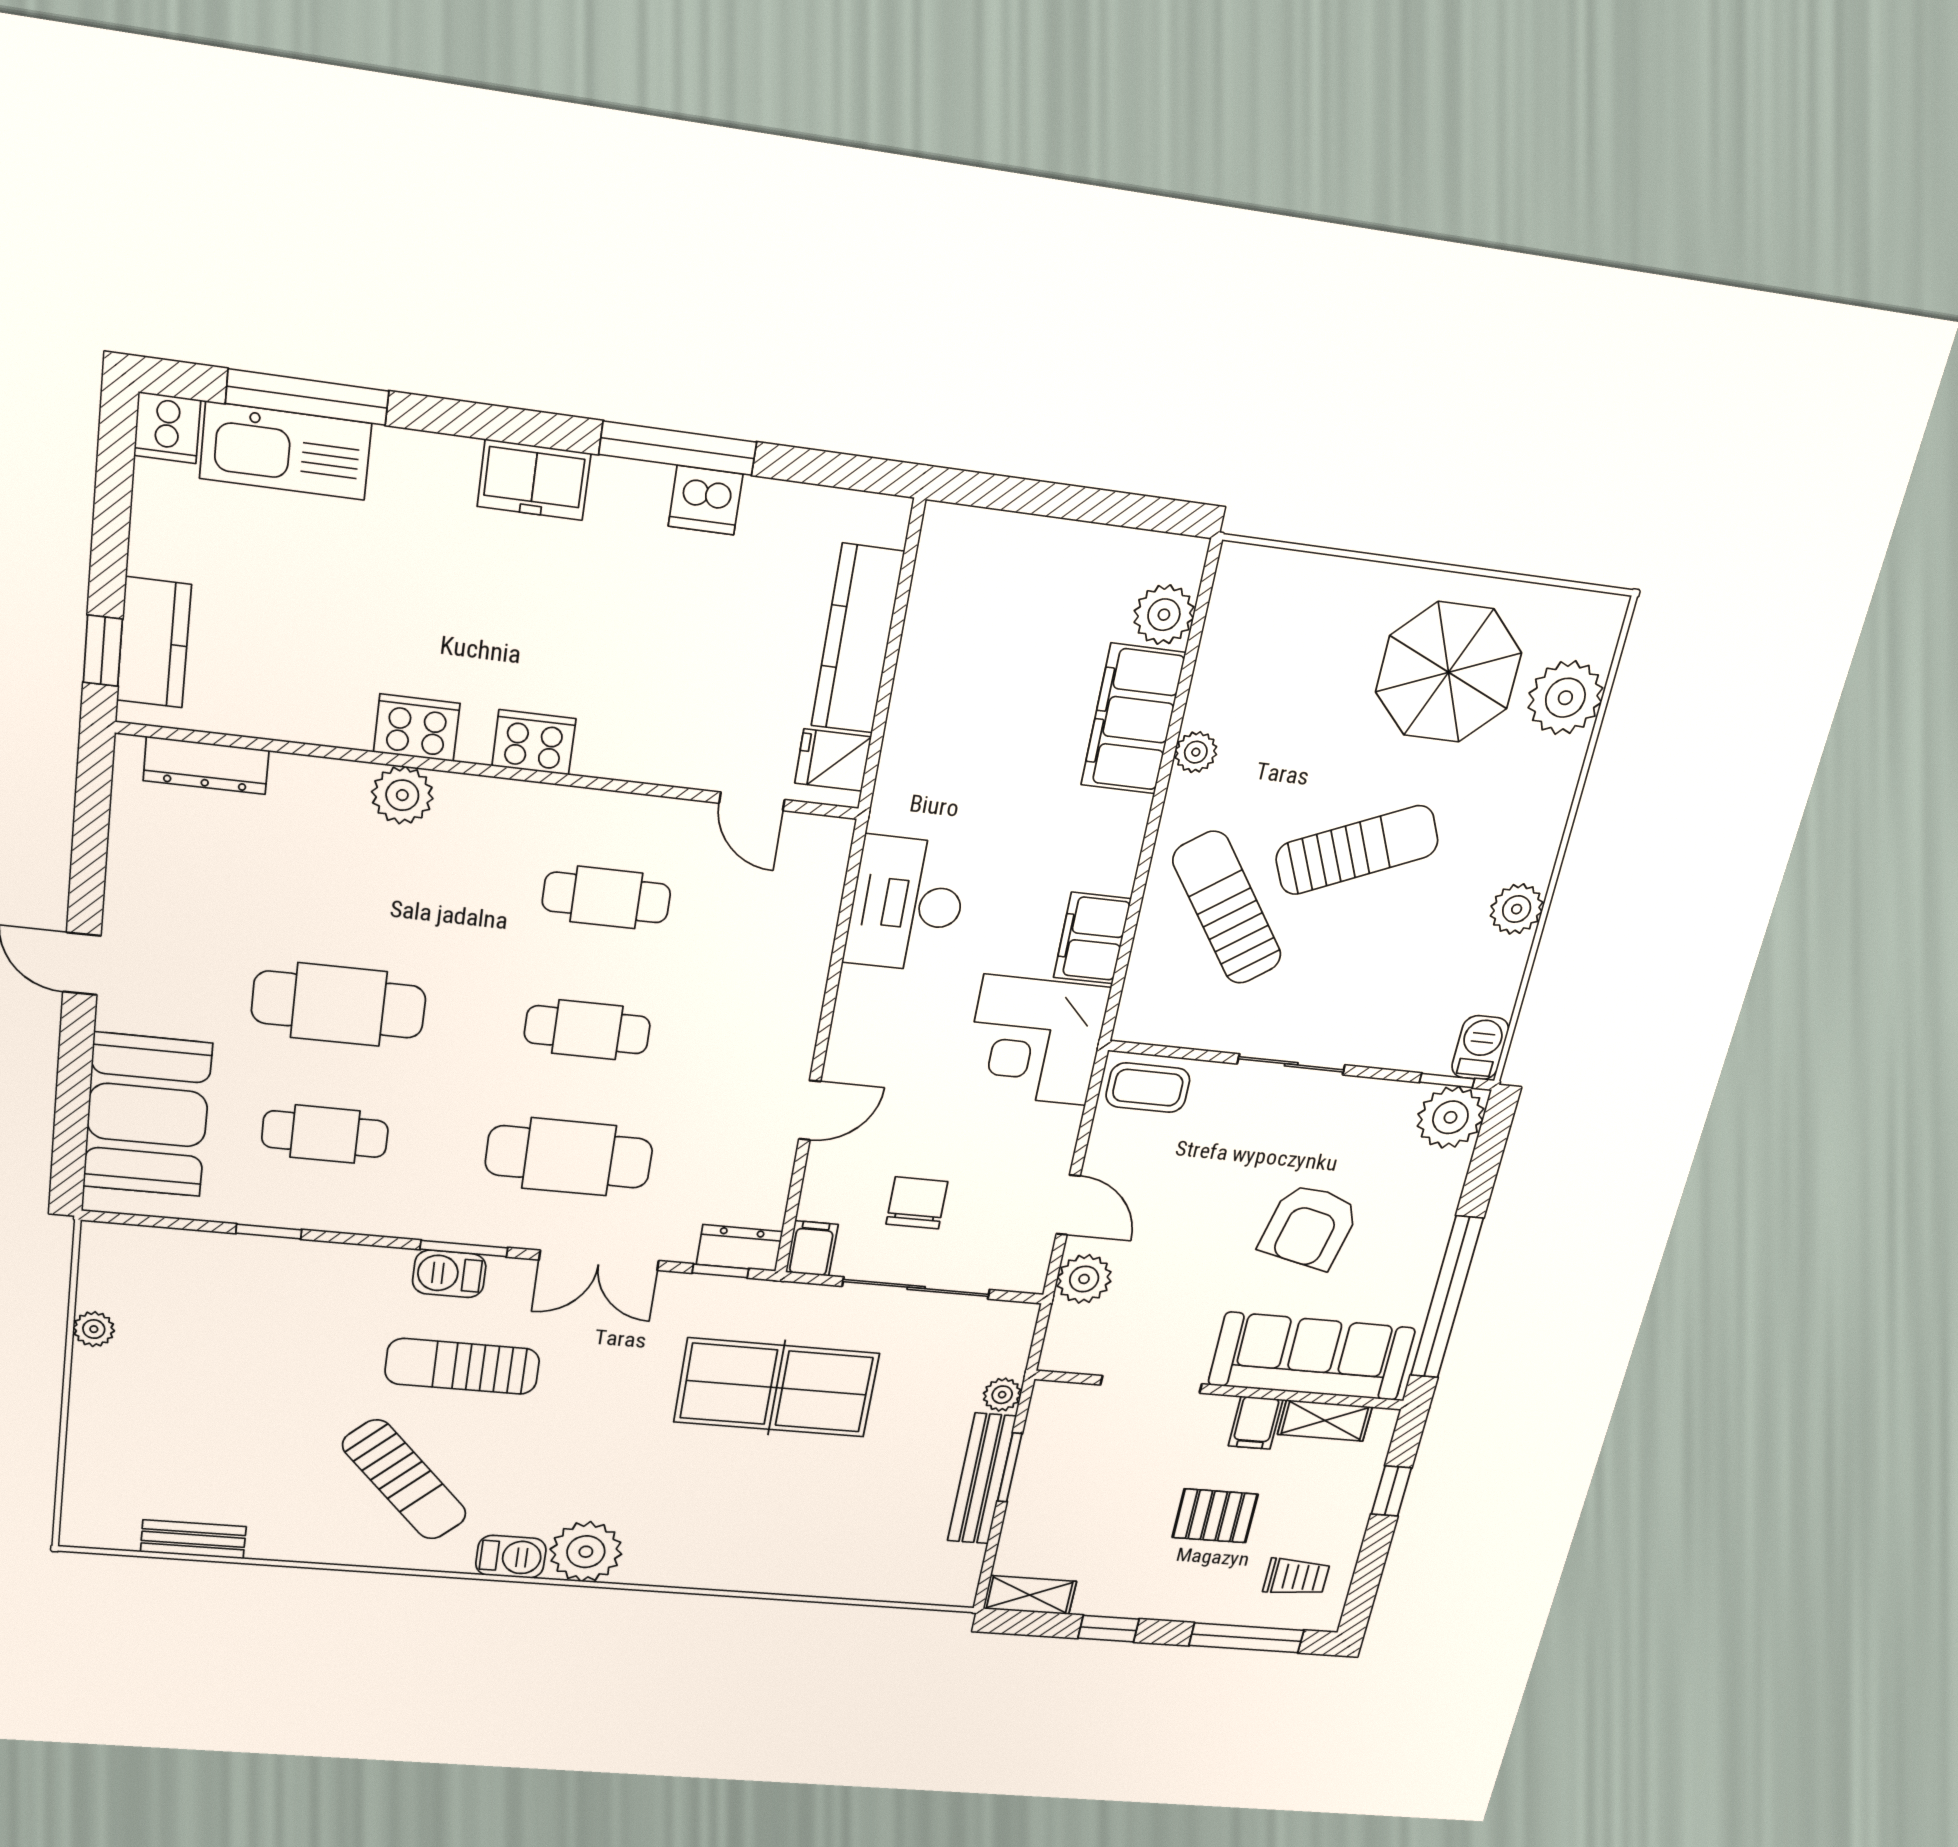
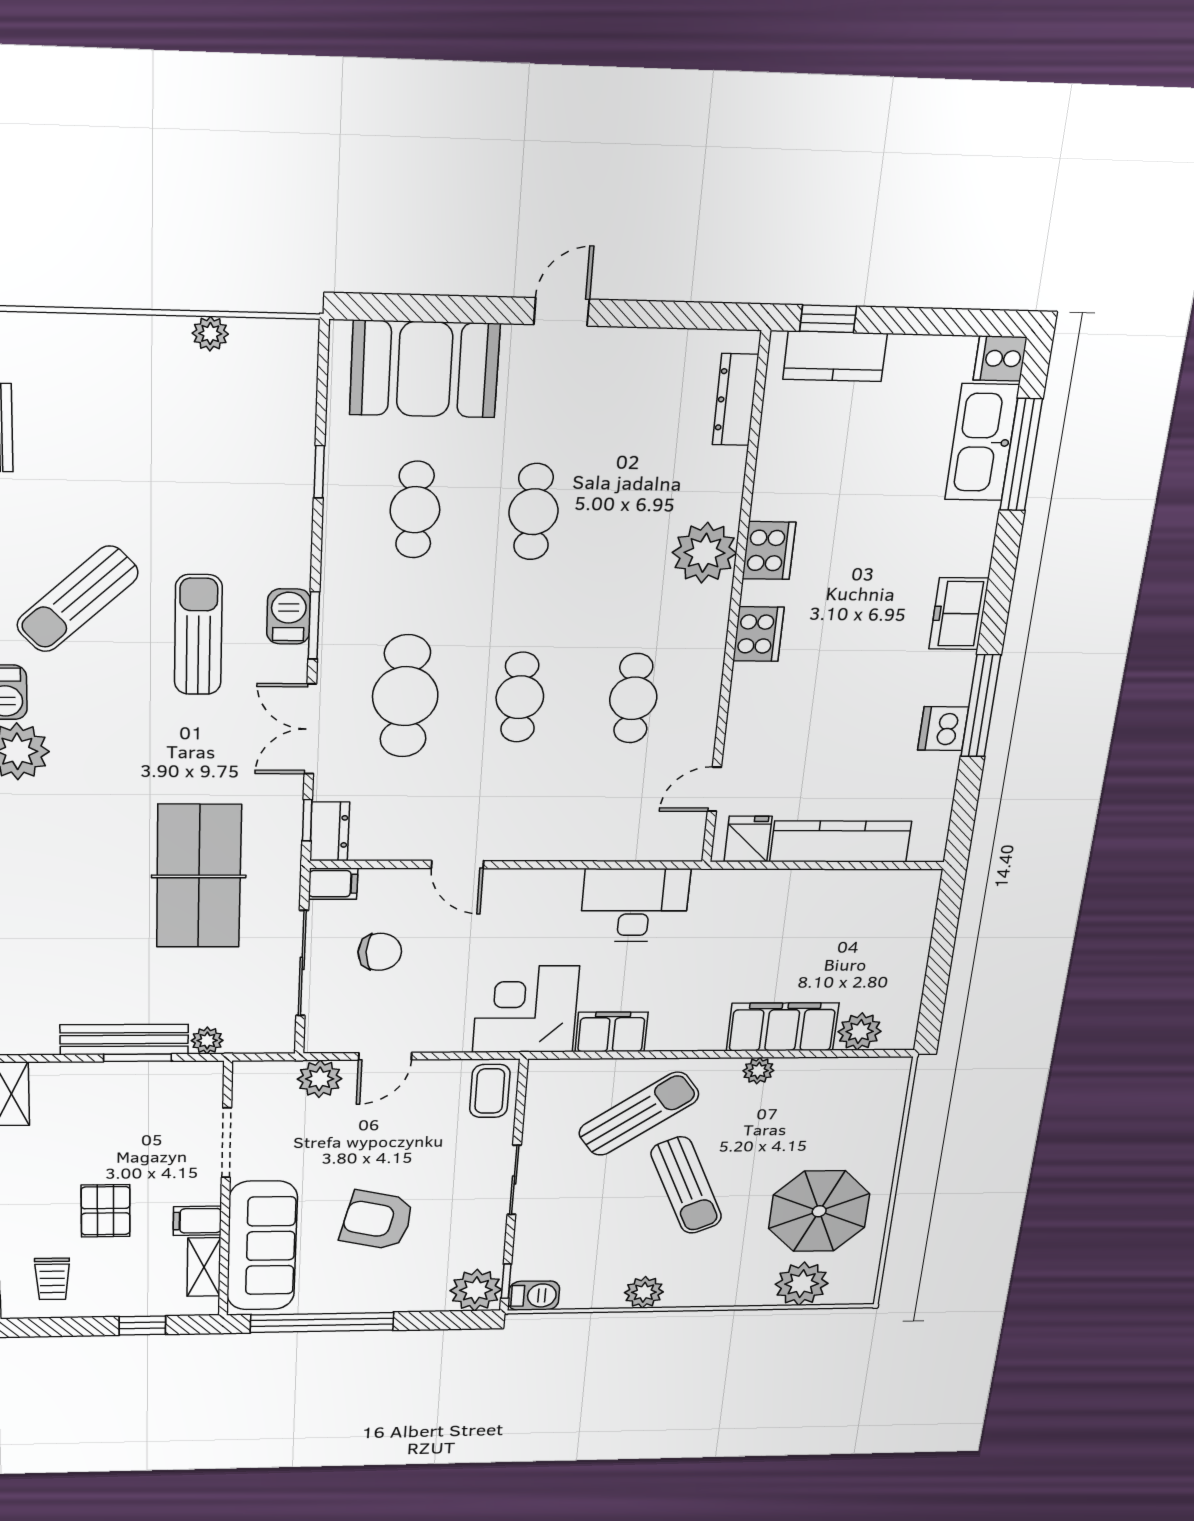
plant: (402, 795) -> (705, 553), width x1.36, depth x1.36
cafe table: (339, 1005) -> (533, 512), width x0.73, depth x0.74

